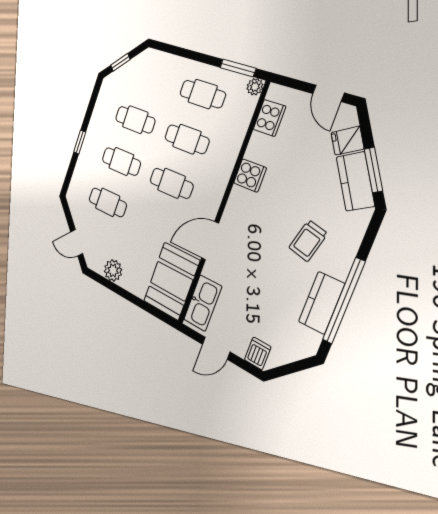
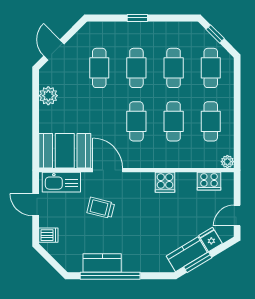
window: (238, 68) -> (237, 143), removed
cafe table: (149, 77) -> (211, 68), added
trolley: (308, 241) -> (101, 208), moved

